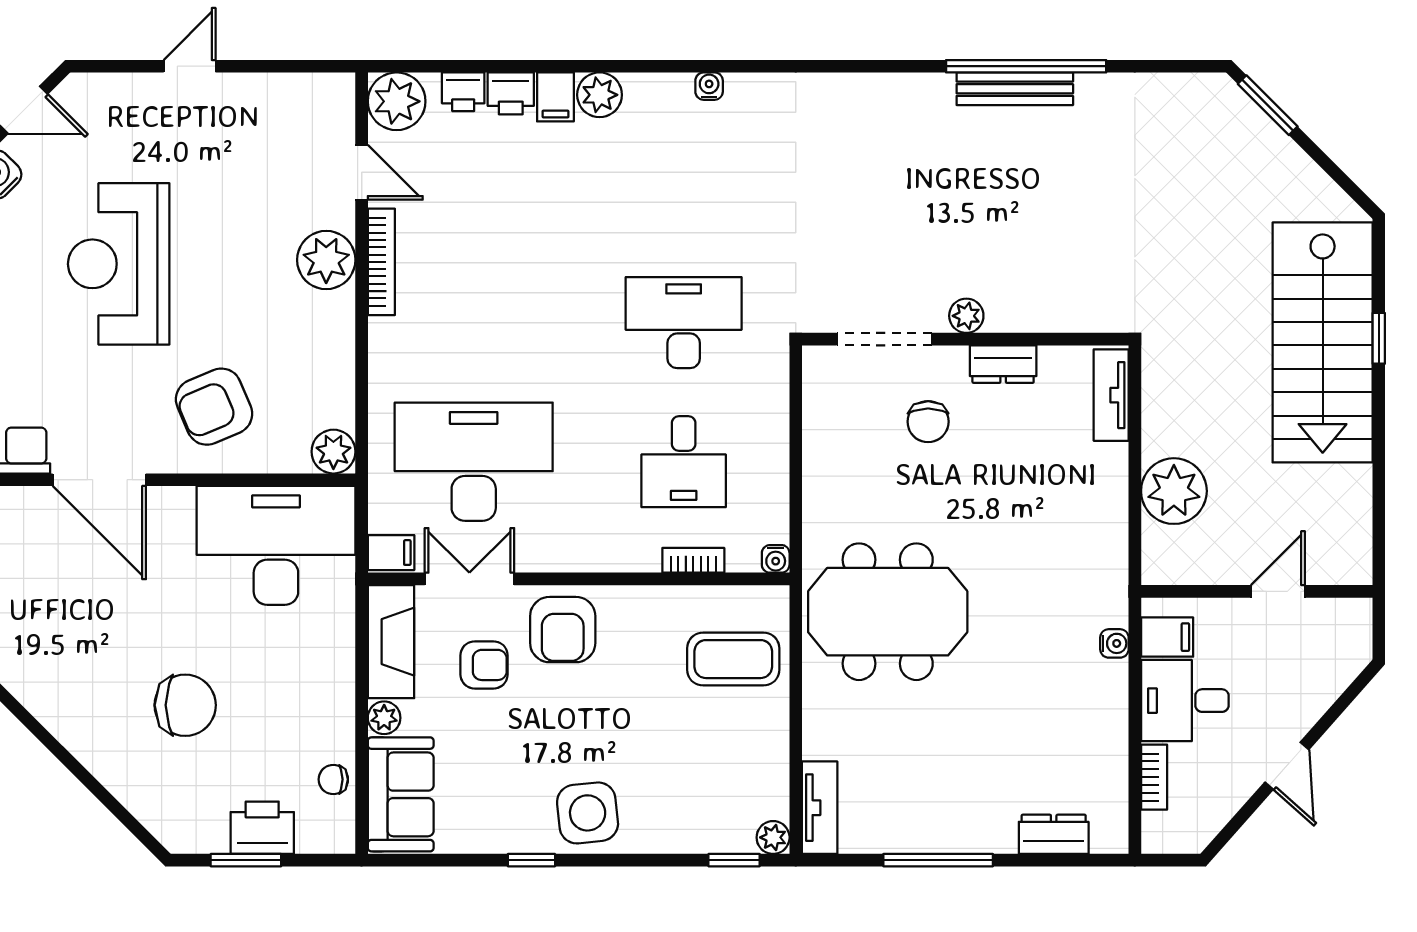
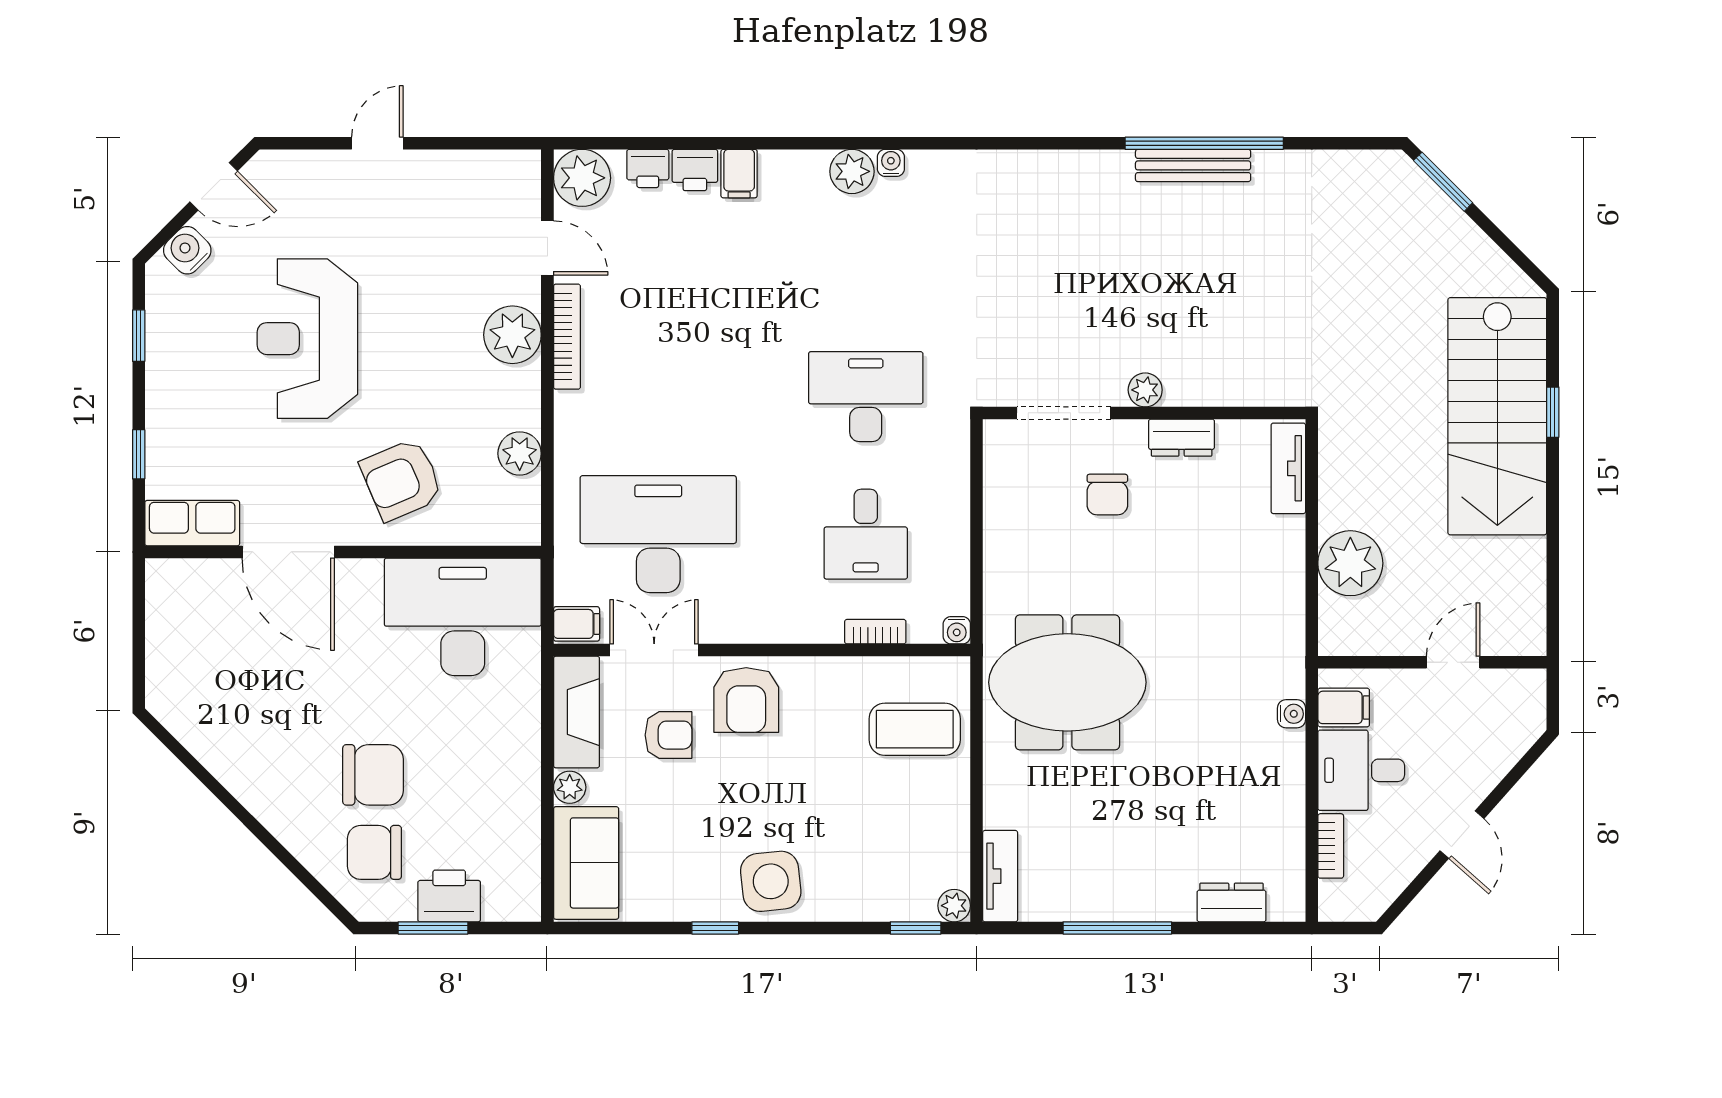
plant: (600, 95) -> (852, 171), moved
plant: (333, 452) -> (520, 453), moved
chair: (333, 779) -> (374, 852), moved, width x1.87, depth x1.87

